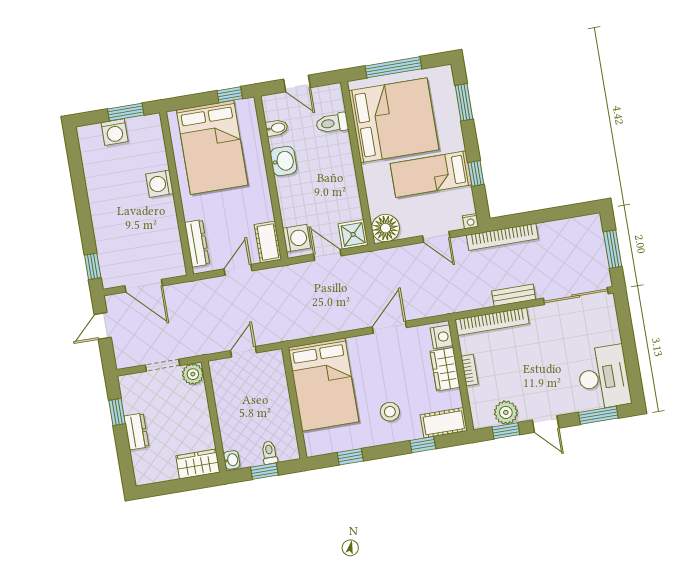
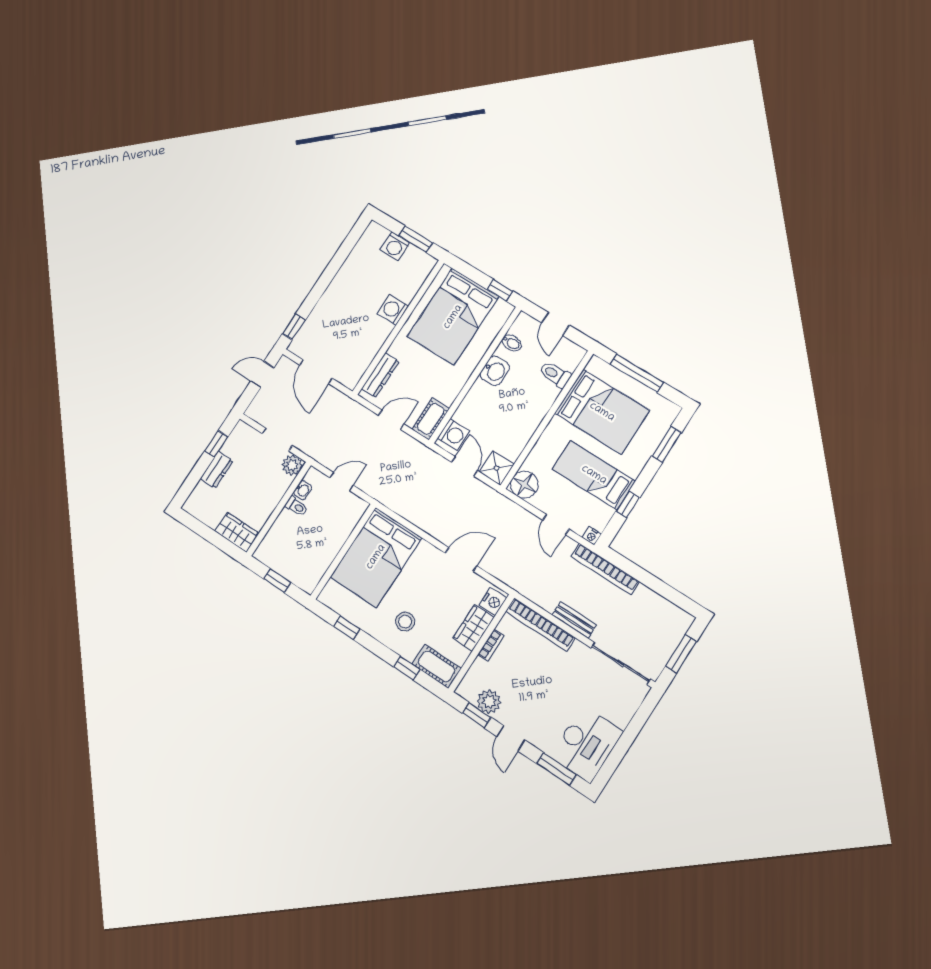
bed: (394, 120) -> (602, 412), width x0.73
toilet: (269, 453) -> (296, 506), moved, turned 90
washbasin: (232, 460) -> (303, 490), moved

